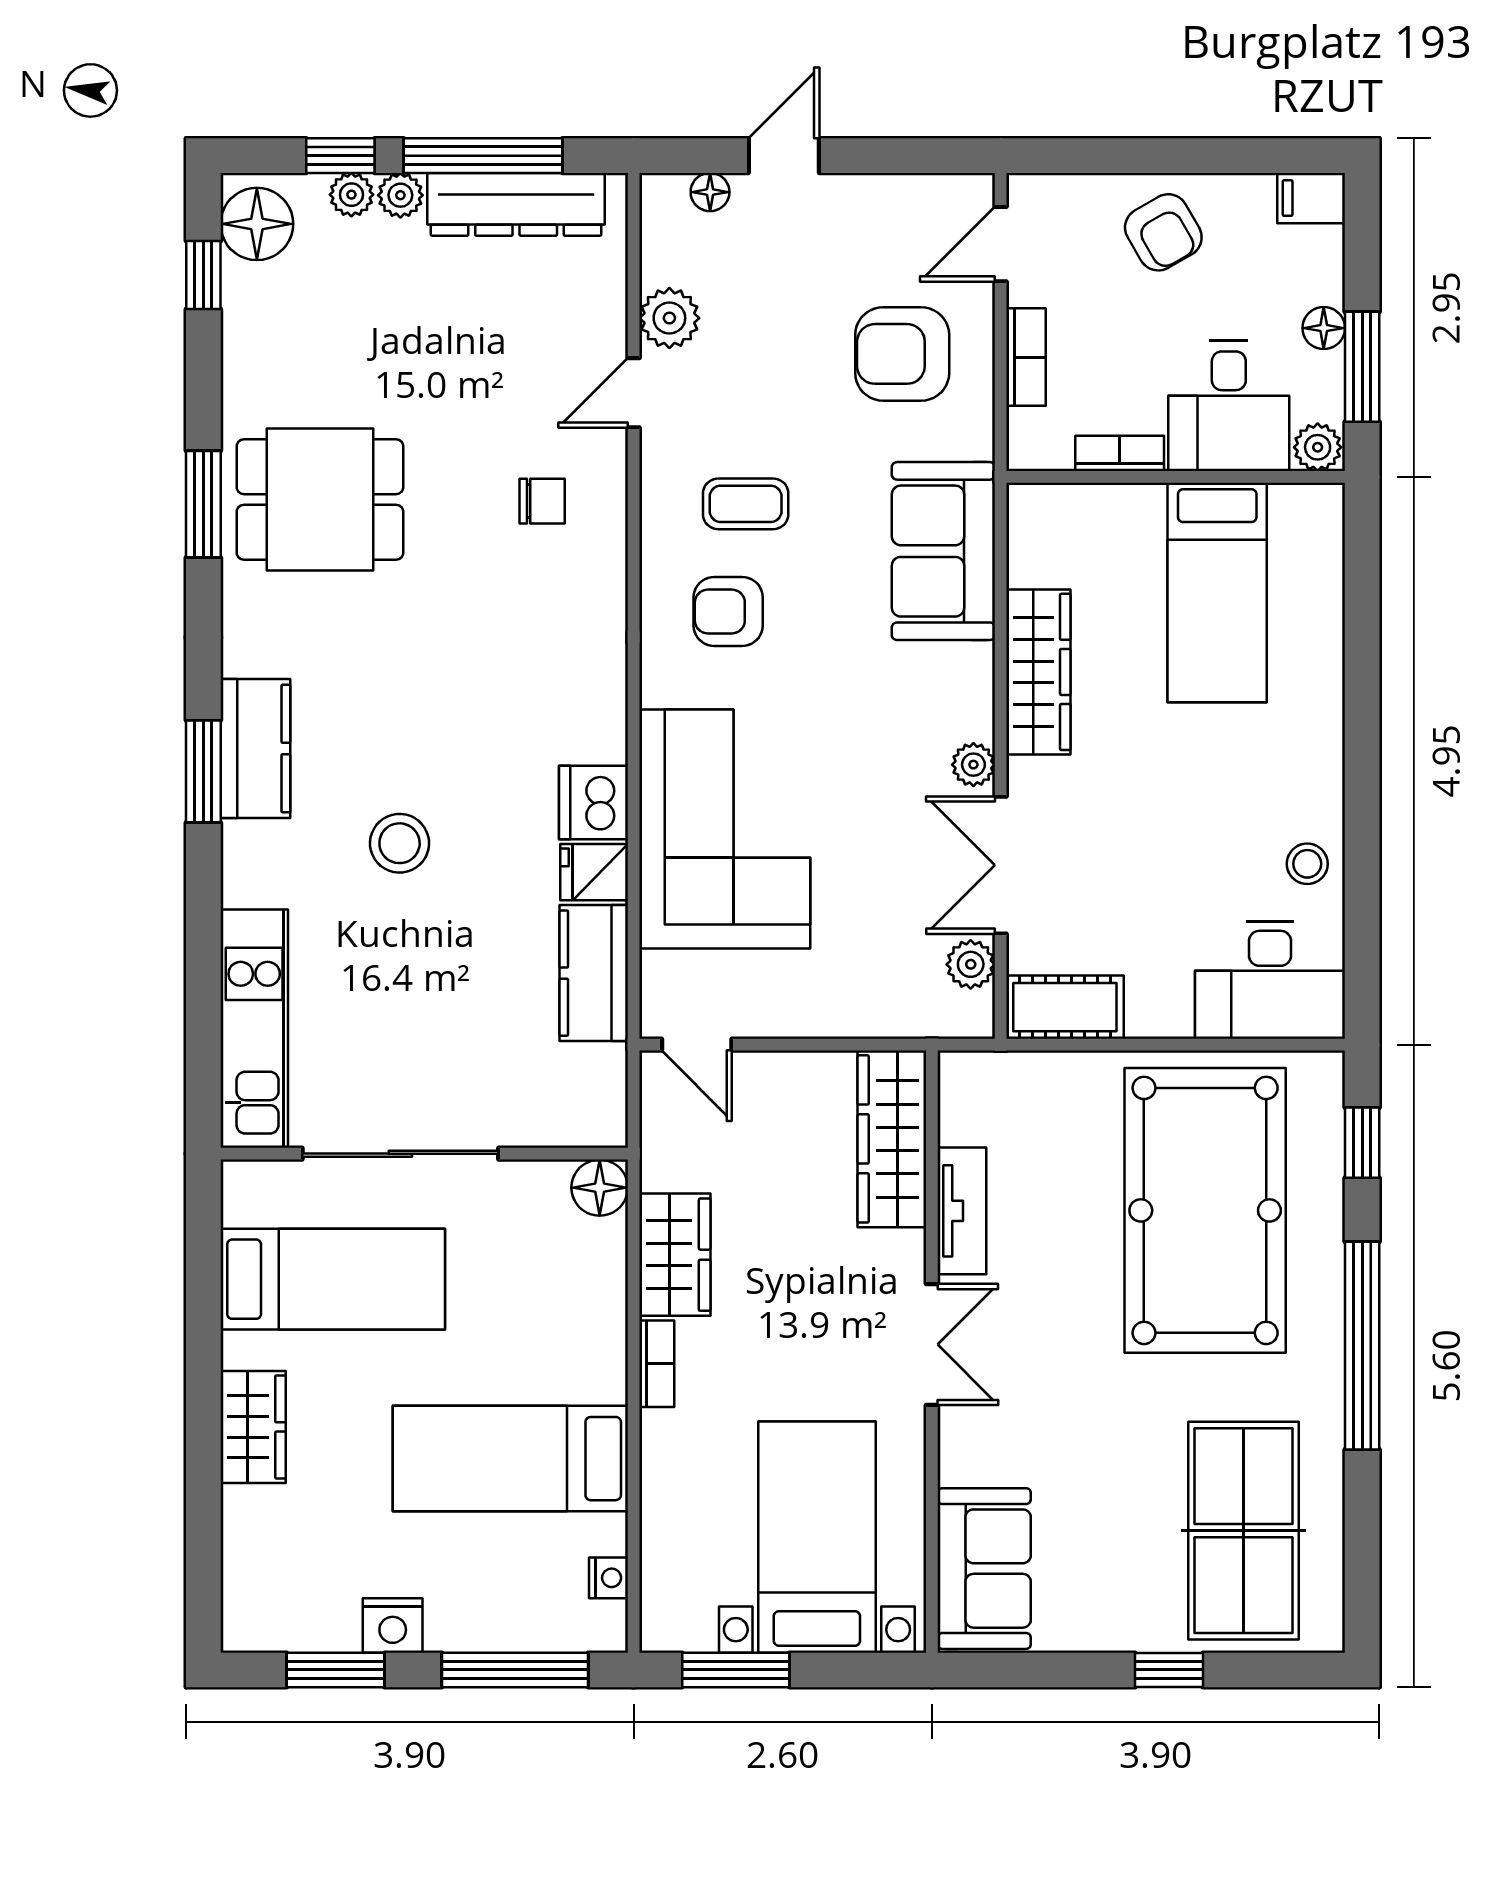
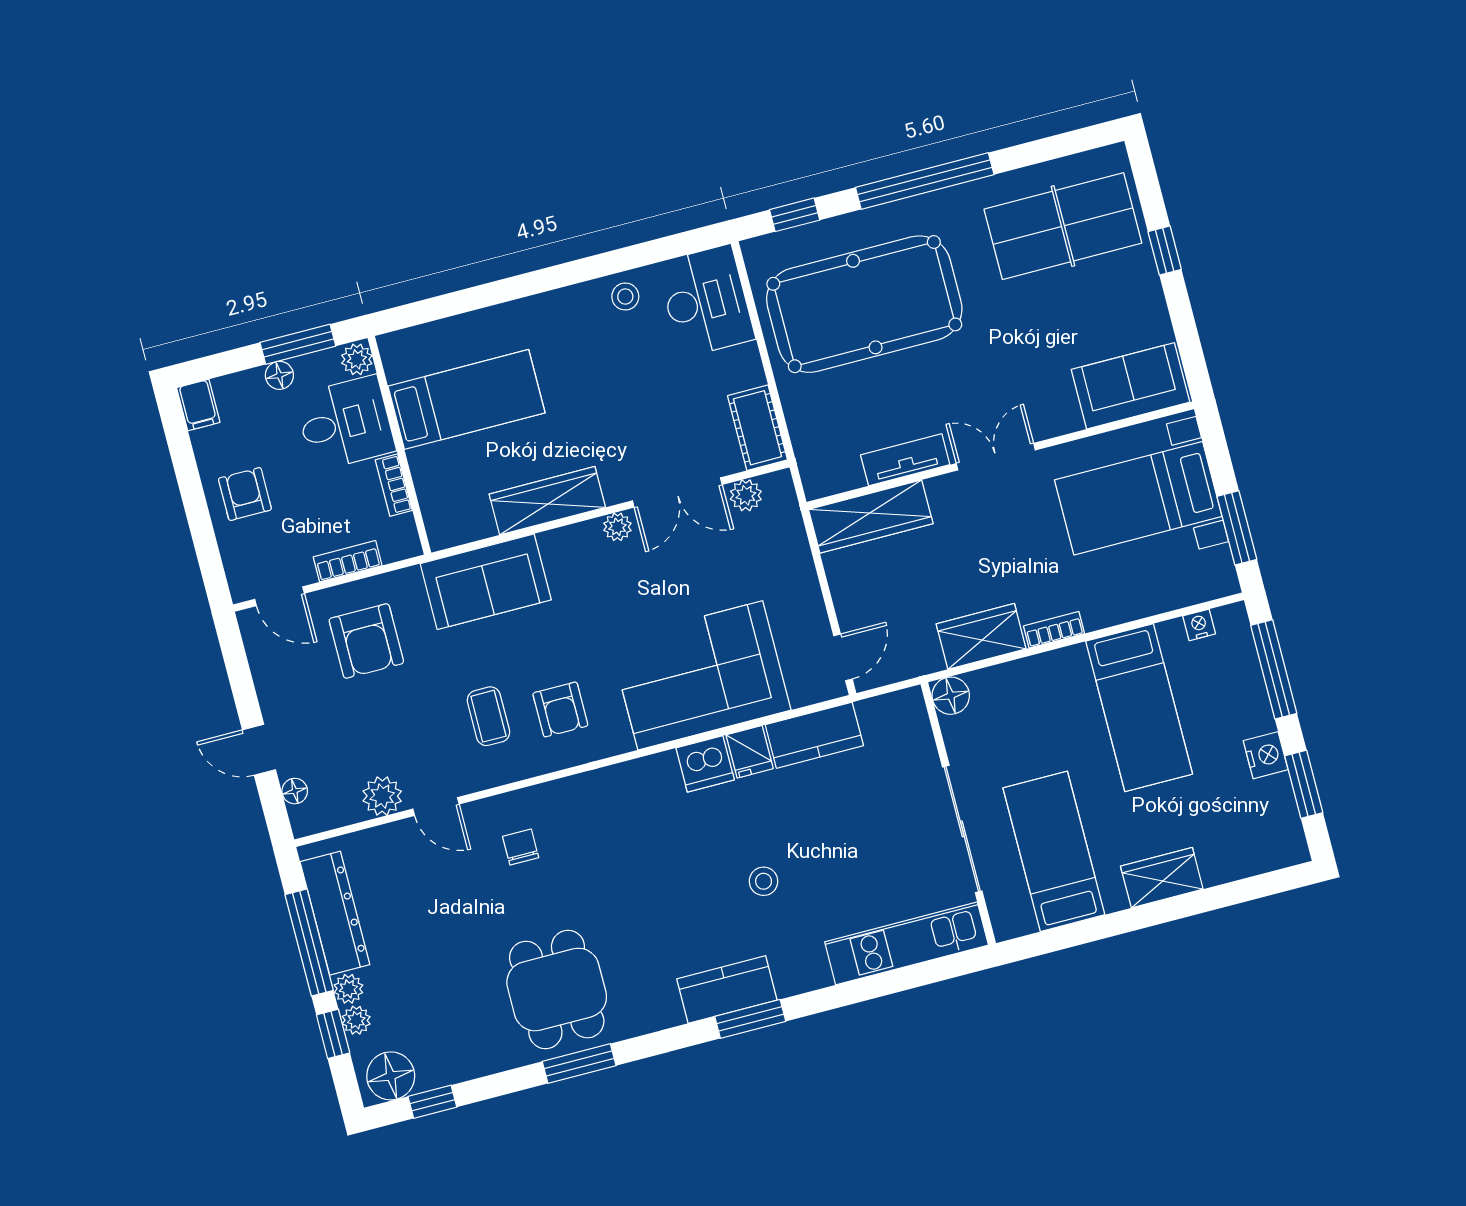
armchair: (1163, 232) -> (245, 494), turned -60
stool: (400, 843) -> (764, 881), width x0.73, depth x0.73

